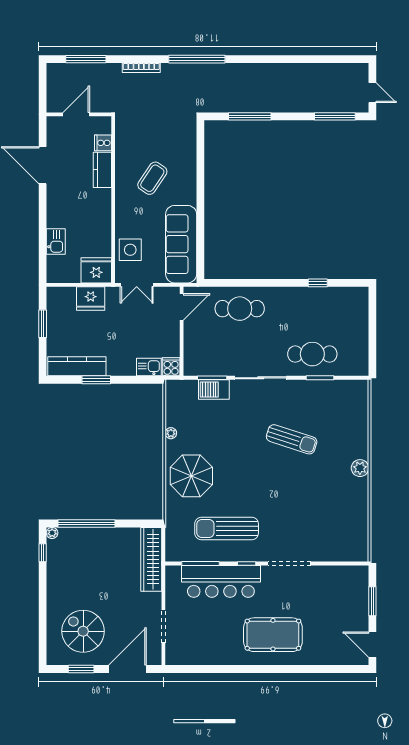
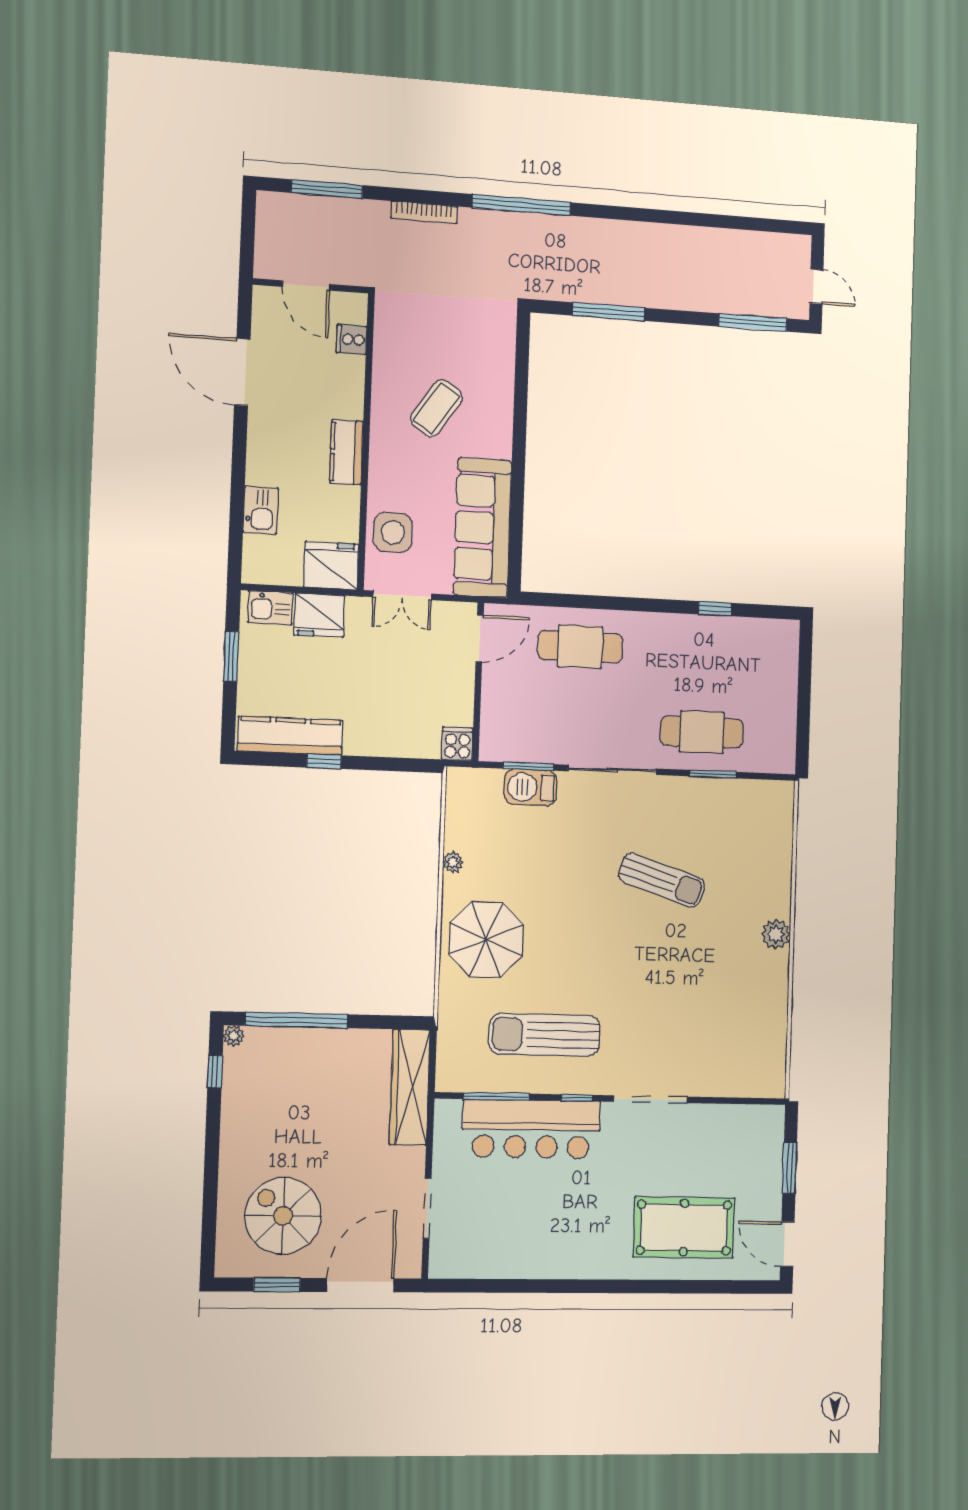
door: (76, 114) -> (306, 286), swing flipped
kitchen counter: (102, 170) -> (346, 452), moved
kitchen sink: (149, 367) -> (270, 608), moved, turned 180
window: (96, 380) -> (324, 761), width x0.67
pool table: (273, 635) -> (684, 1228), moved

